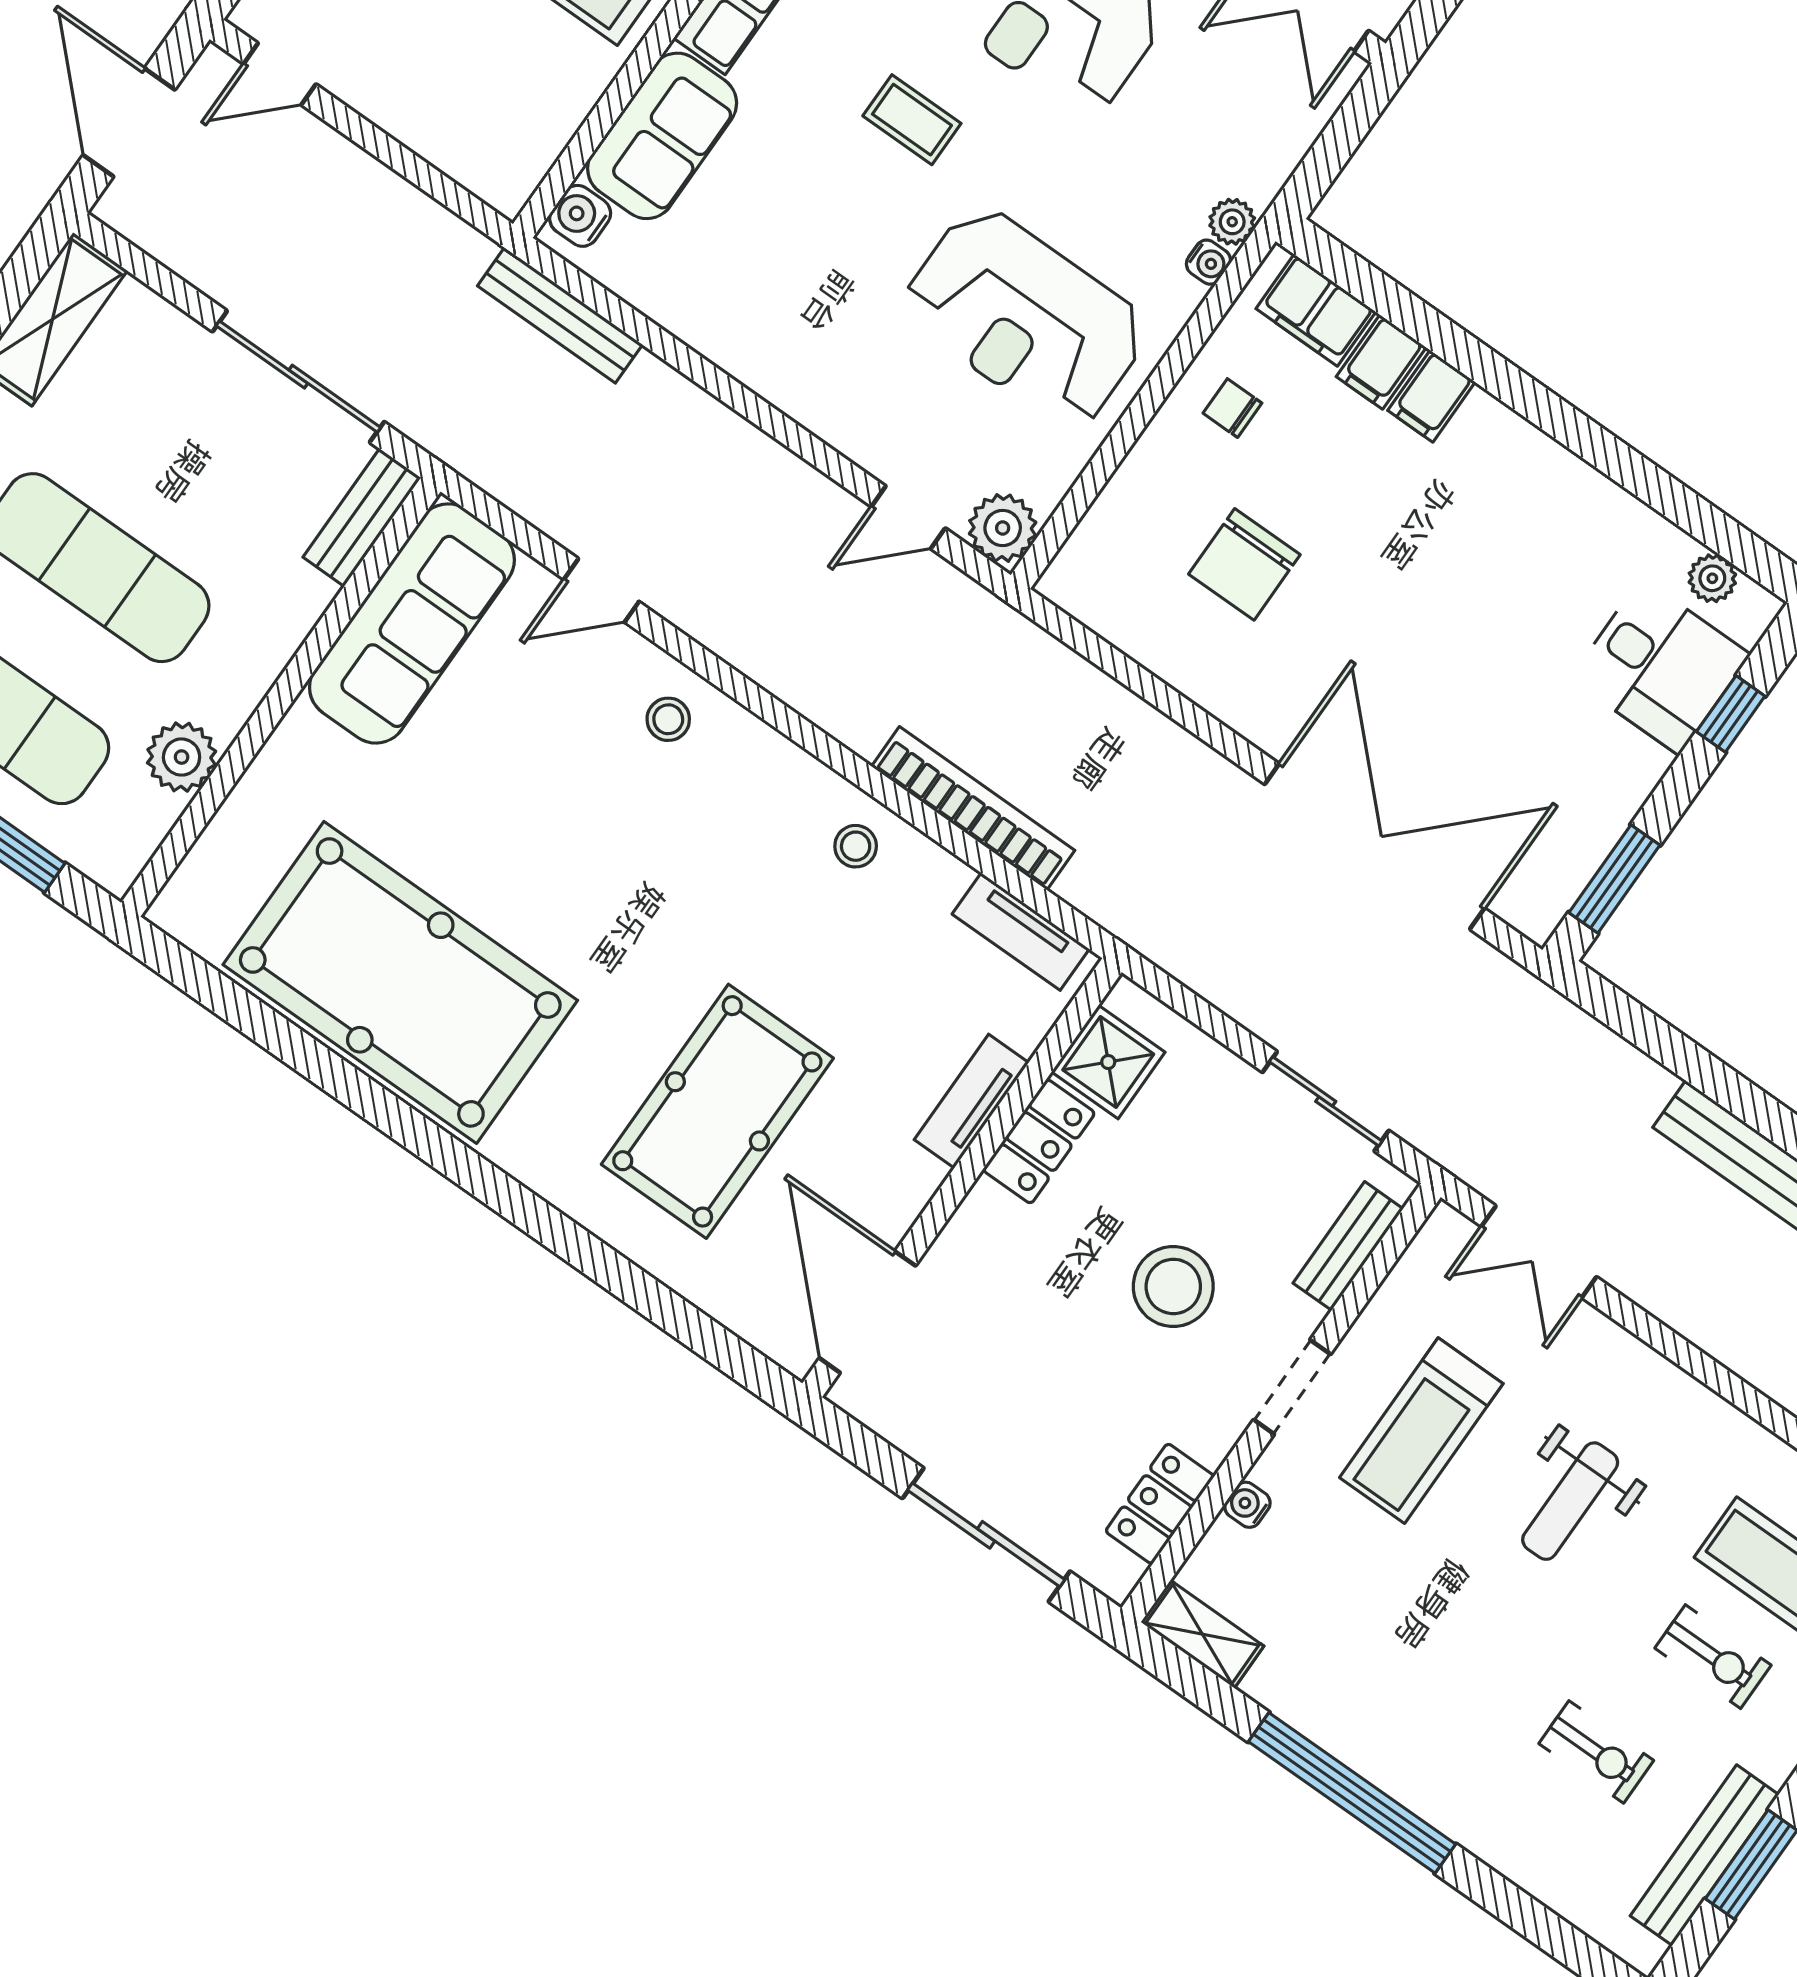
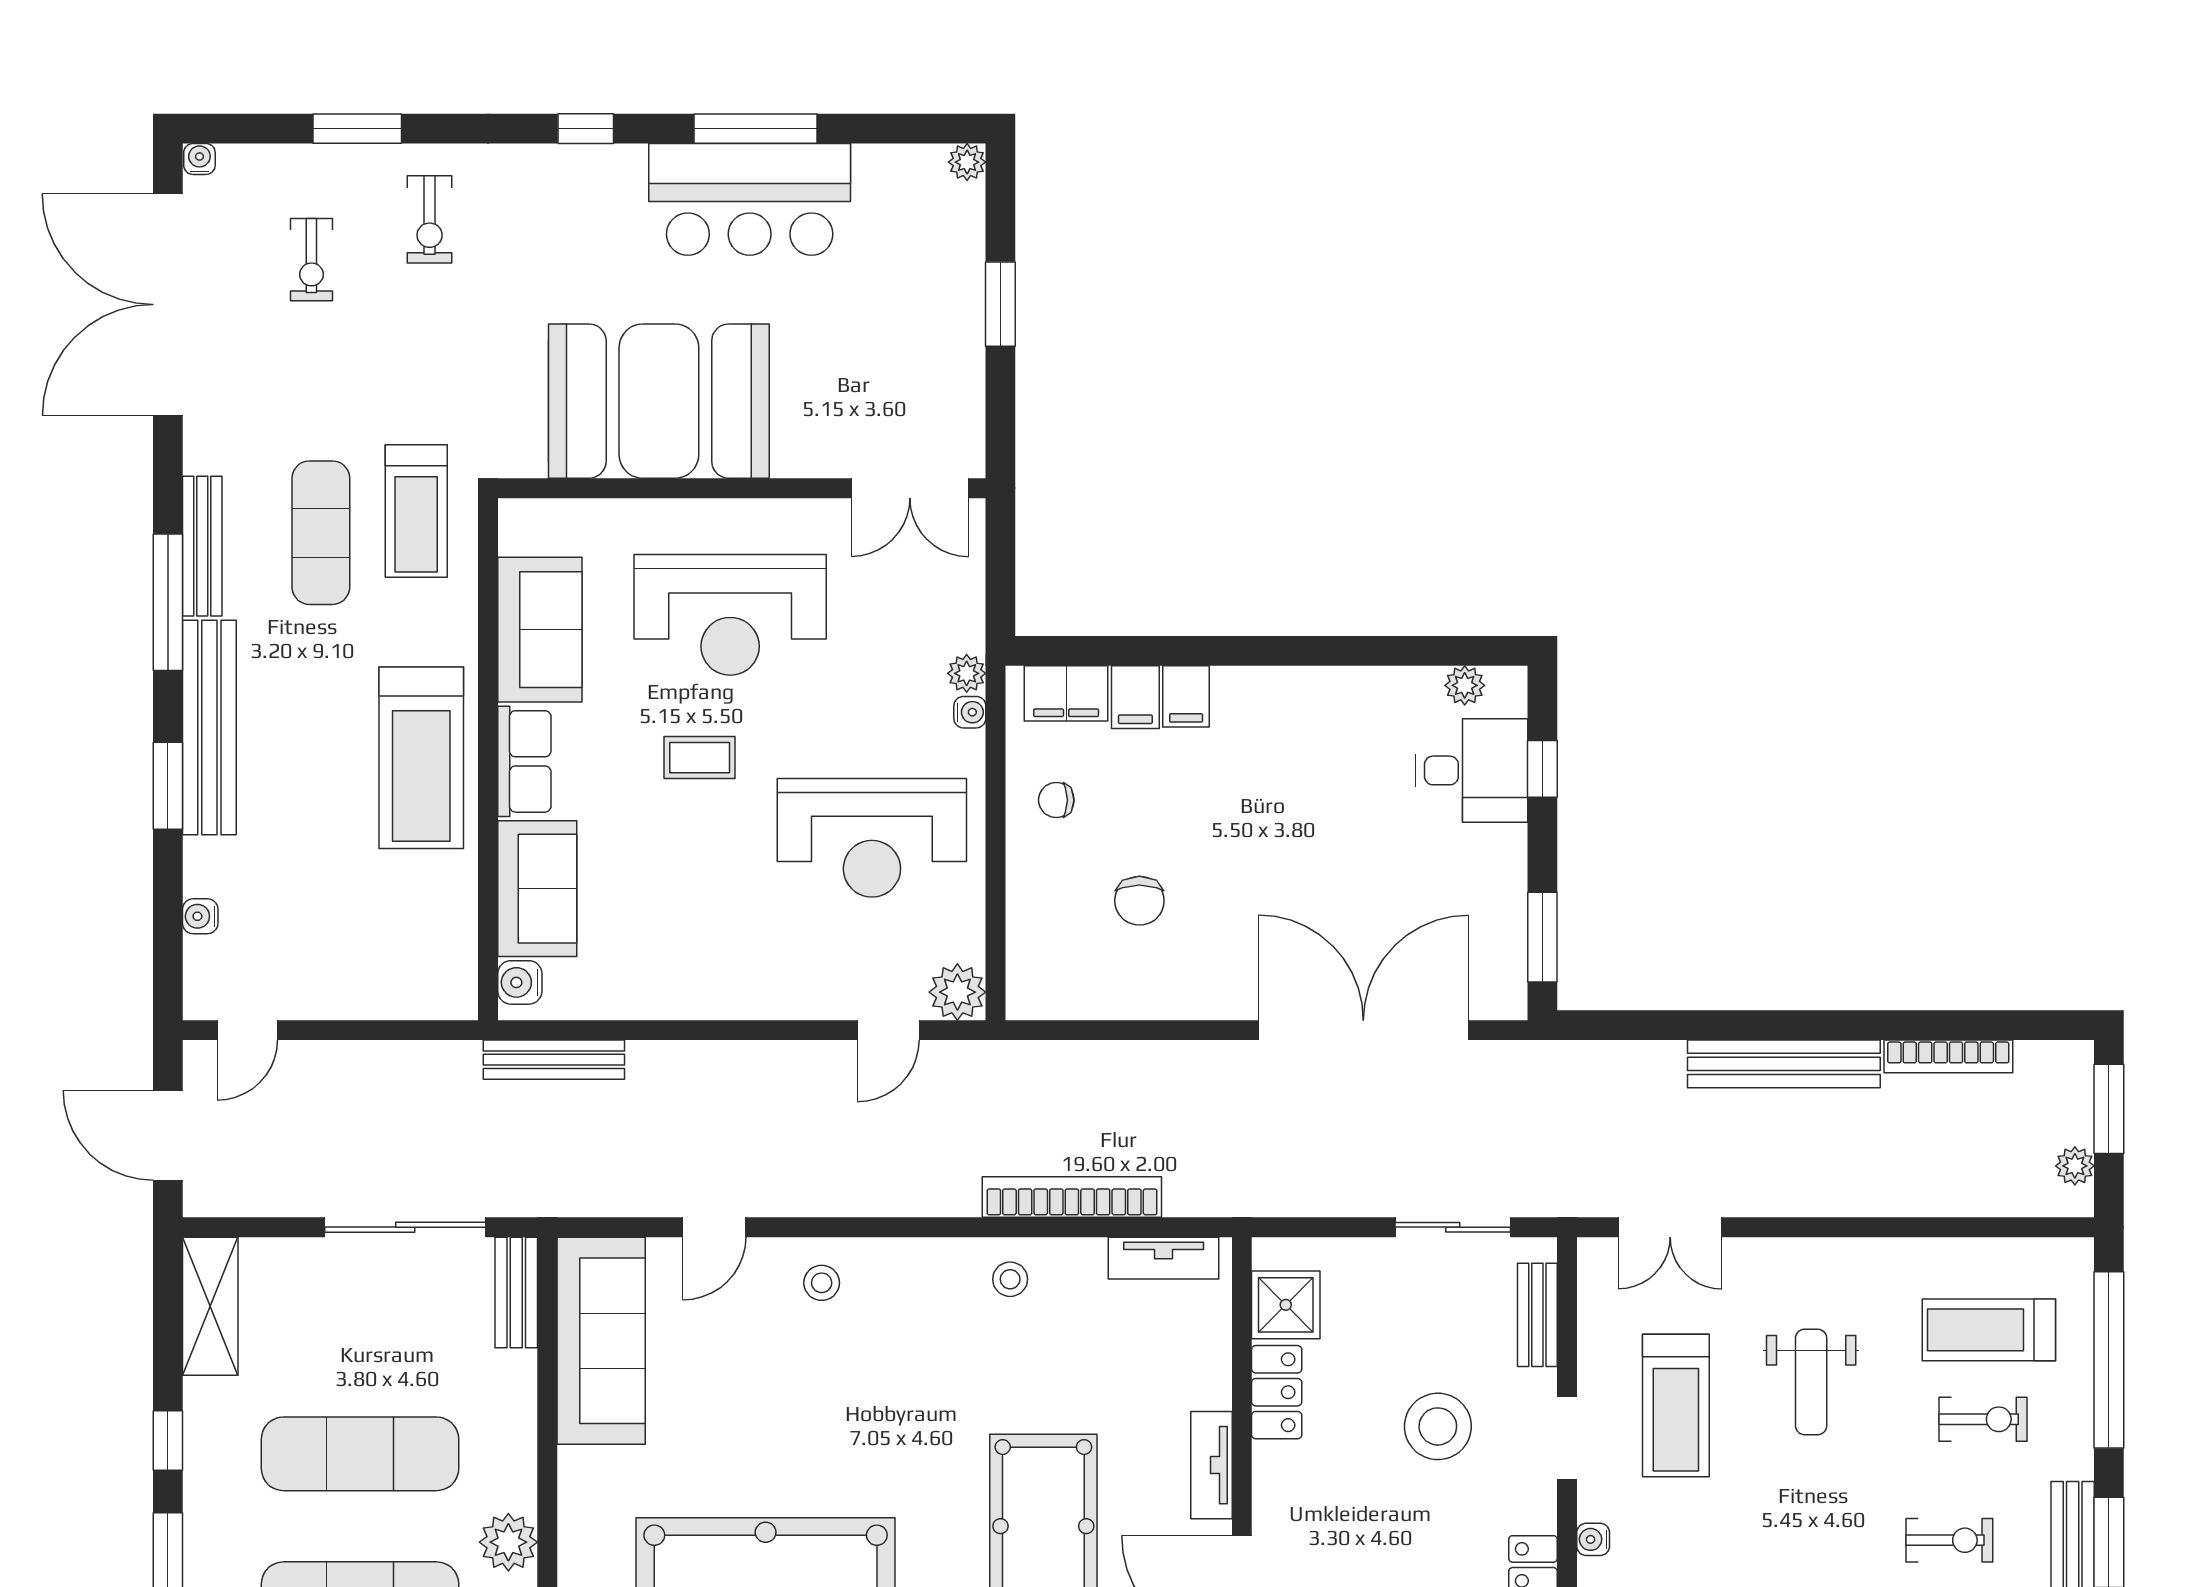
chair: (1244, 564) -> (1139, 901), width x0.73, depth x0.73
tv unit: (971, 1101) -> (1211, 1465), moved

